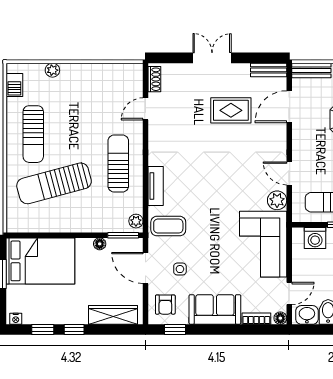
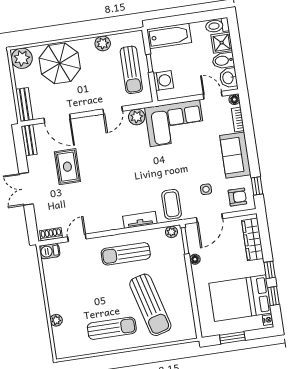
barbecue: (14, 85) -> (50, 251), moved, turned 180
door: (146, 109) -> (77, 238), swing flipped
bed: (40, 261) -> (240, 298), moved, turned -90

